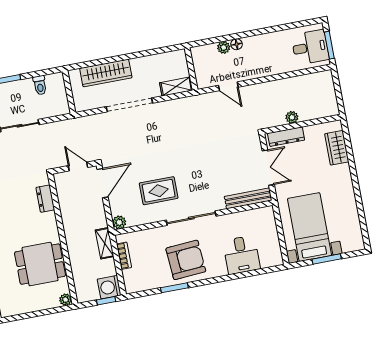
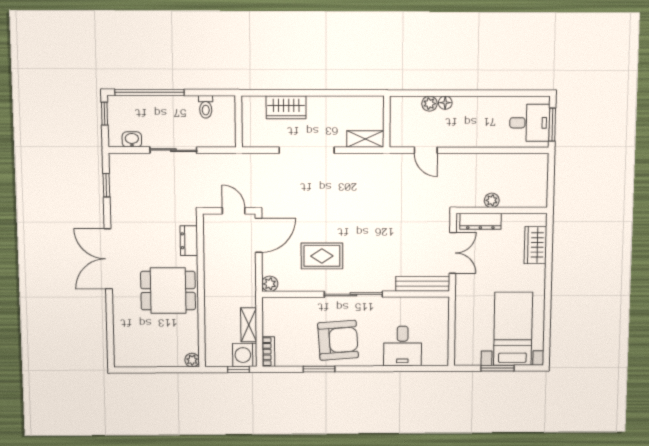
wardrobe: (106, 73) -> (286, 107), width x0.67
bed with nightstands: (309, 227) -> (513, 329), moved
shelving: (105, 243) -> (249, 325), moved
bookcase: (124, 256) -> (268, 352), moved
dining table: (40, 264) -> (168, 291), moved

